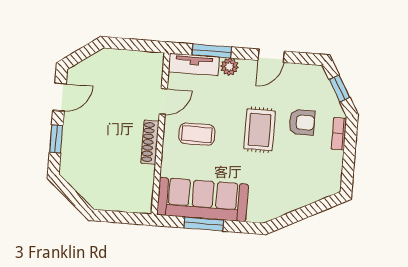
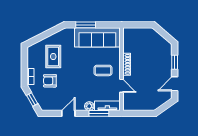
door: (163, 101) -> (122, 86), swing flipped
rug: (260, 130) -> (53, 57), moved
window: (204, 224) -> (86, 25), moved

